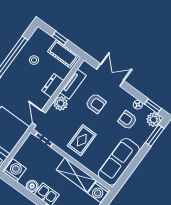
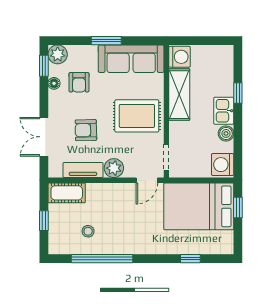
cot: (63, 54) -> (67, 193), moved, turned 90
dresser: (53, 86) -> (101, 191), removed
armchair: (96, 103) -> (86, 130), turned -91
window: (155, 135) -> (106, 41), moved
rug: (82, 140) -> (137, 116), width x1.36, depth x1.43

